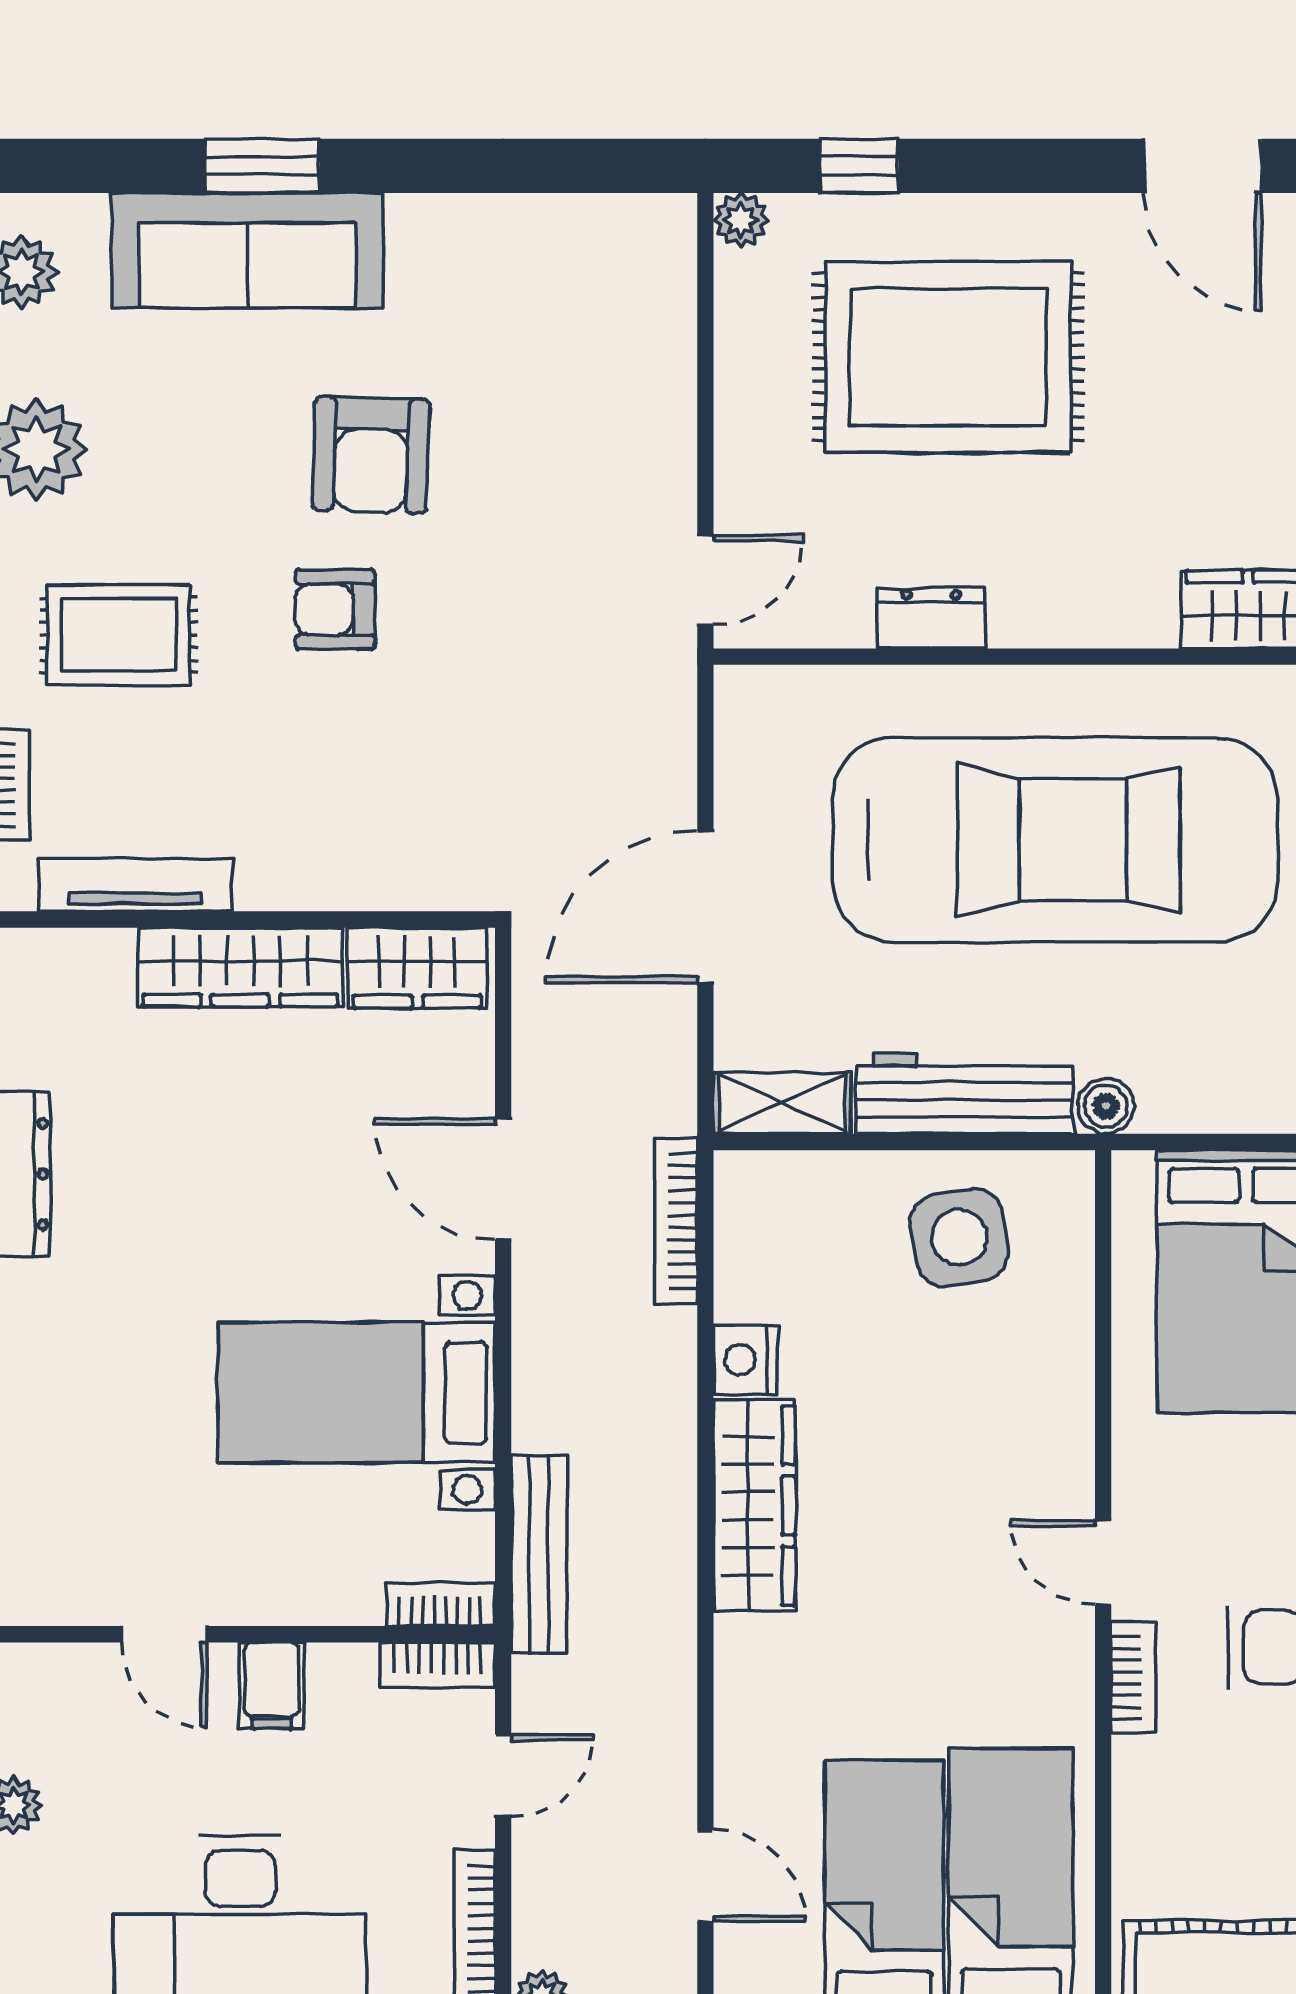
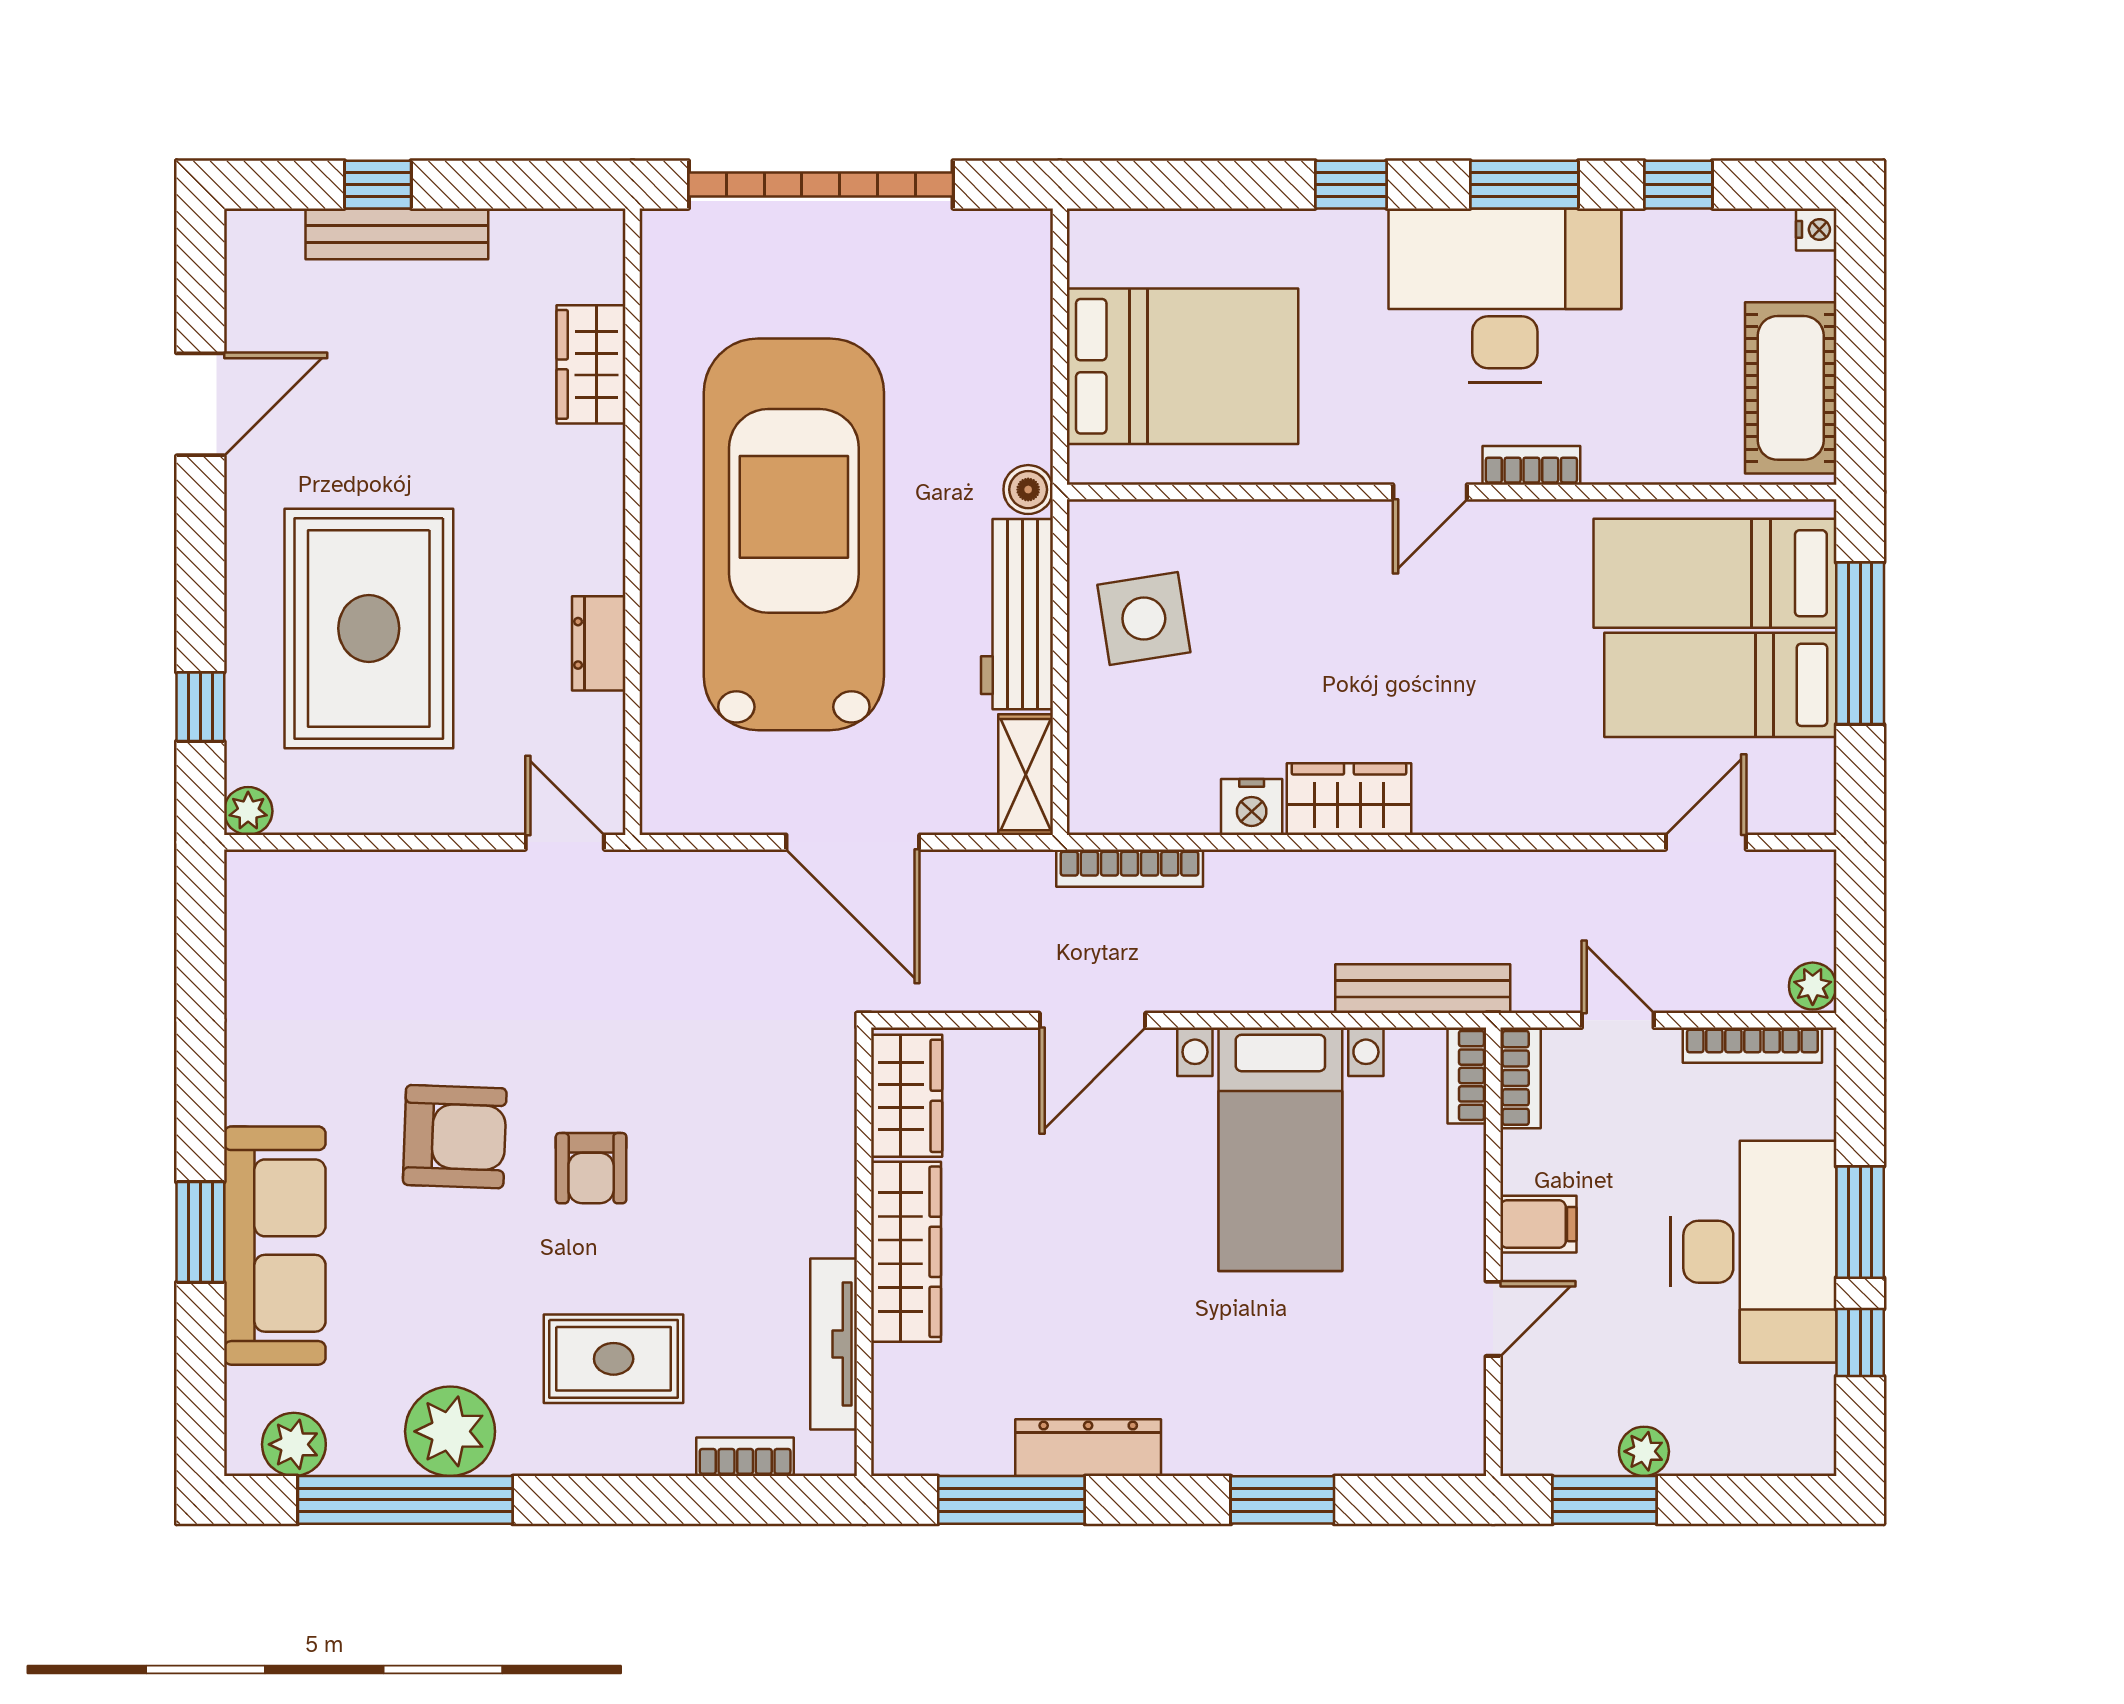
rug: (119, 635) -> (614, 1359), turned 90
wardrobe: (754, 1506) -> (1349, 799), width x0.67

